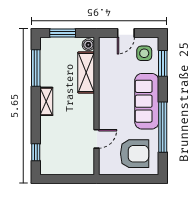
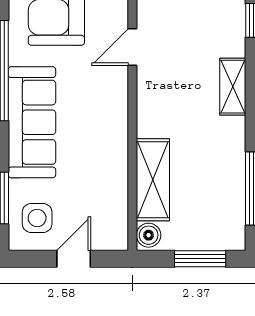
shelving: (46, 101) -> (233, 87), moved

